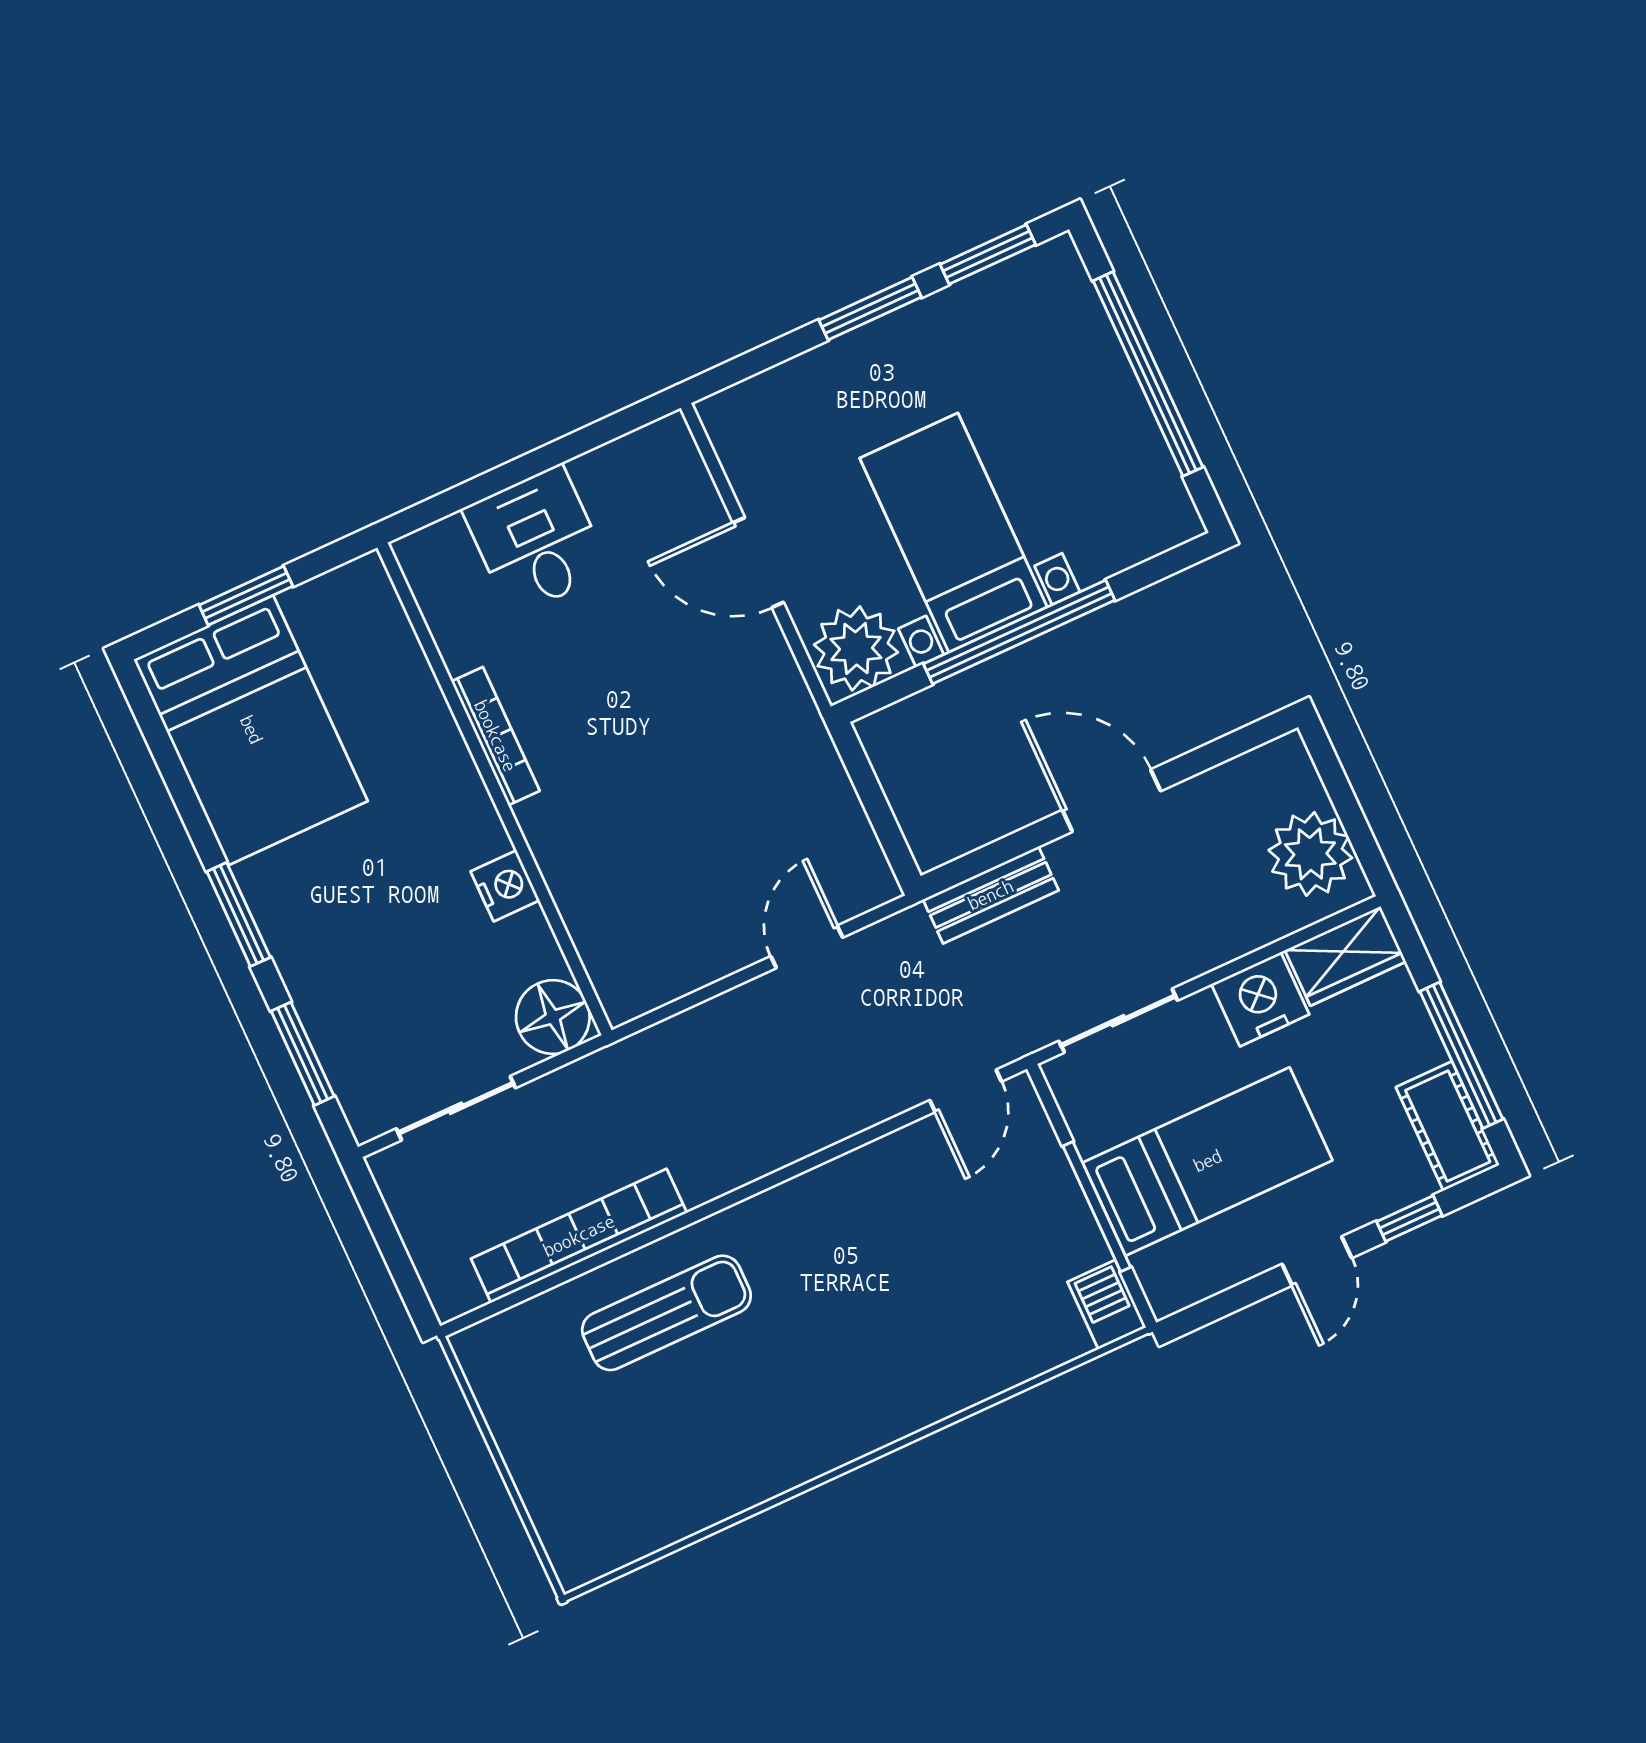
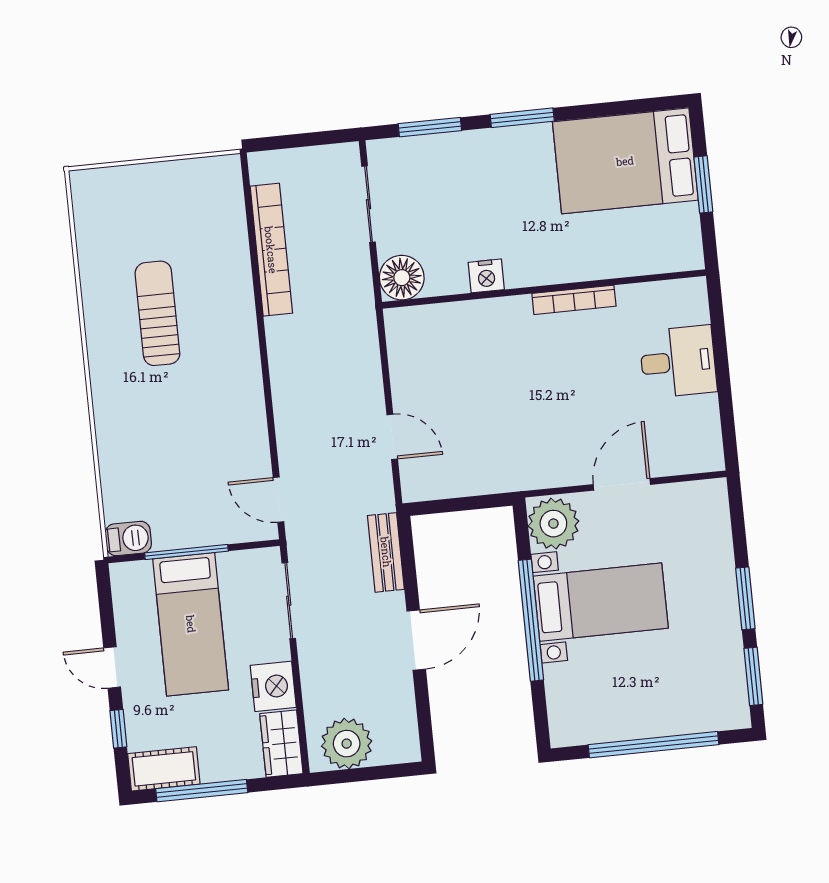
sun lounger: (666, 1313) -> (157, 313), moved, turned 180

